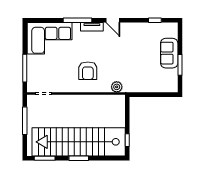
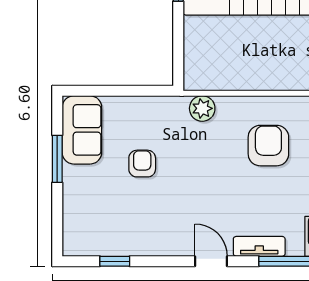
sofa: (169, 53) -> (82, 130), moved
armchair: (143, 63) -> (142, 164), added

